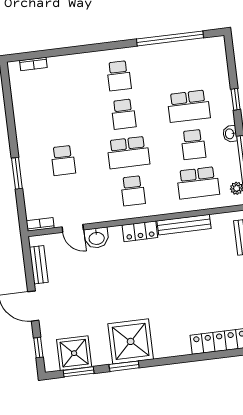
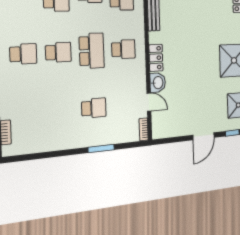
door: (73, 228) -> (149, 102), hinge flipped
locker: (140, 231) -> (156, 58), moved
bench: (39, 265) -> (174, 131), removed

